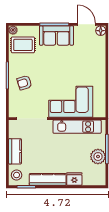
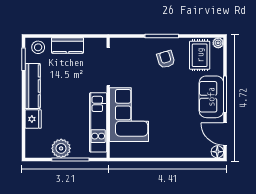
door: (86, 24) -> (225, 134), swing flipped
armchair: (24, 83) -> (166, 59), moved

